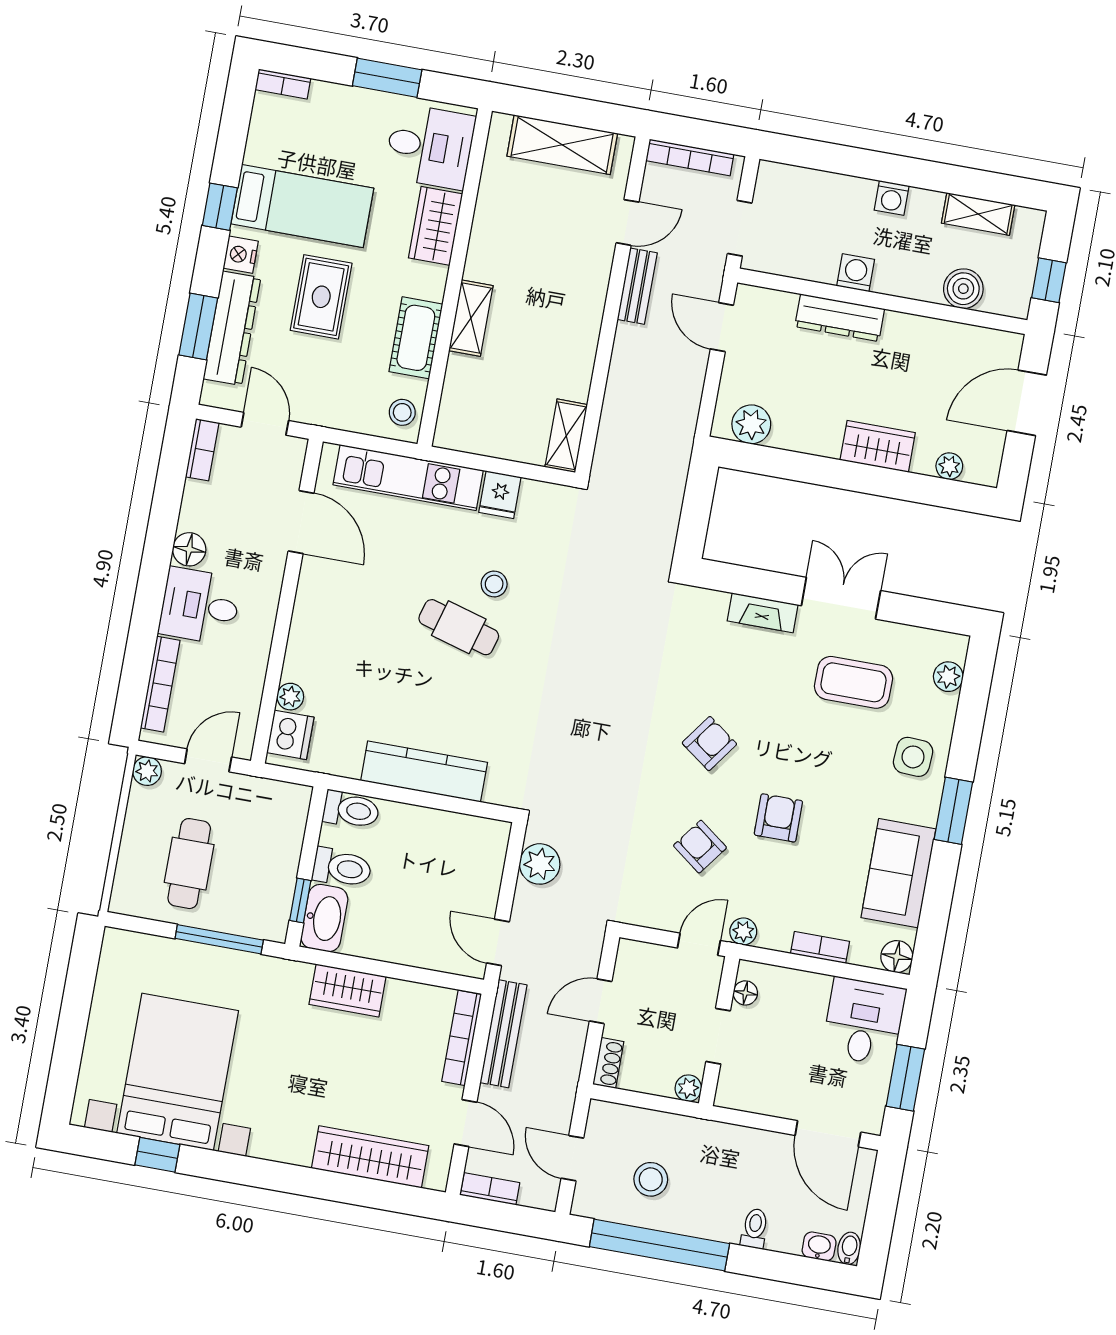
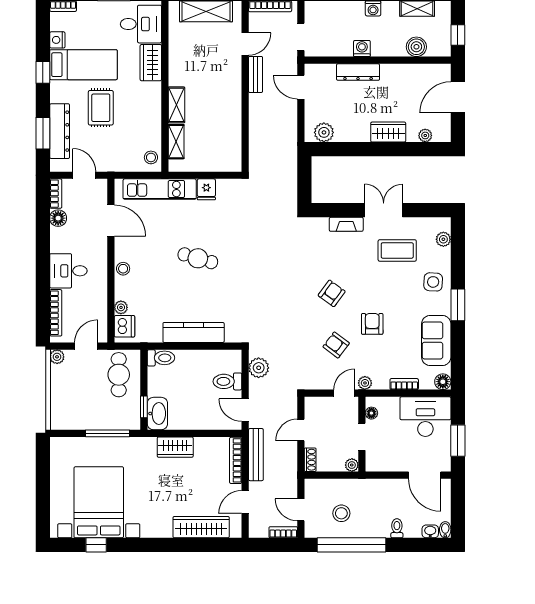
nightstand: (241, 255) -> (57, 40), moved
cot: (416, 338) -> (151, 120), removed
shelving: (566, 436) -> (176, 142), moved
floor lamp: (189, 549) -> (58, 218), moved
stool: (494, 584) -> (123, 269), moved
cafe table: (189, 864) -> (119, 375), moved
toilet: (342, 868) -> (227, 381), moved, turned 180
desk: (864, 1021) -> (425, 417), width x1.37
door: (465, 1123) -> (245, 502), swing flipped
bookcase: (490, 1189) -> (283, 532), moved

